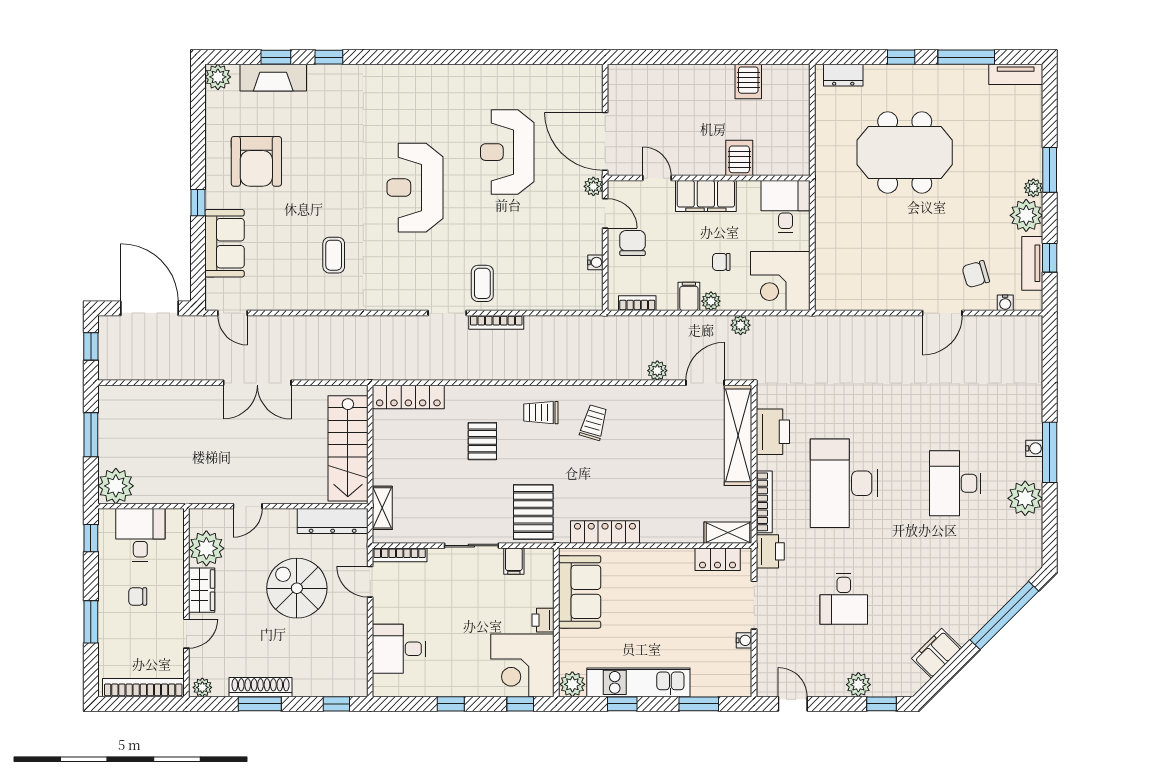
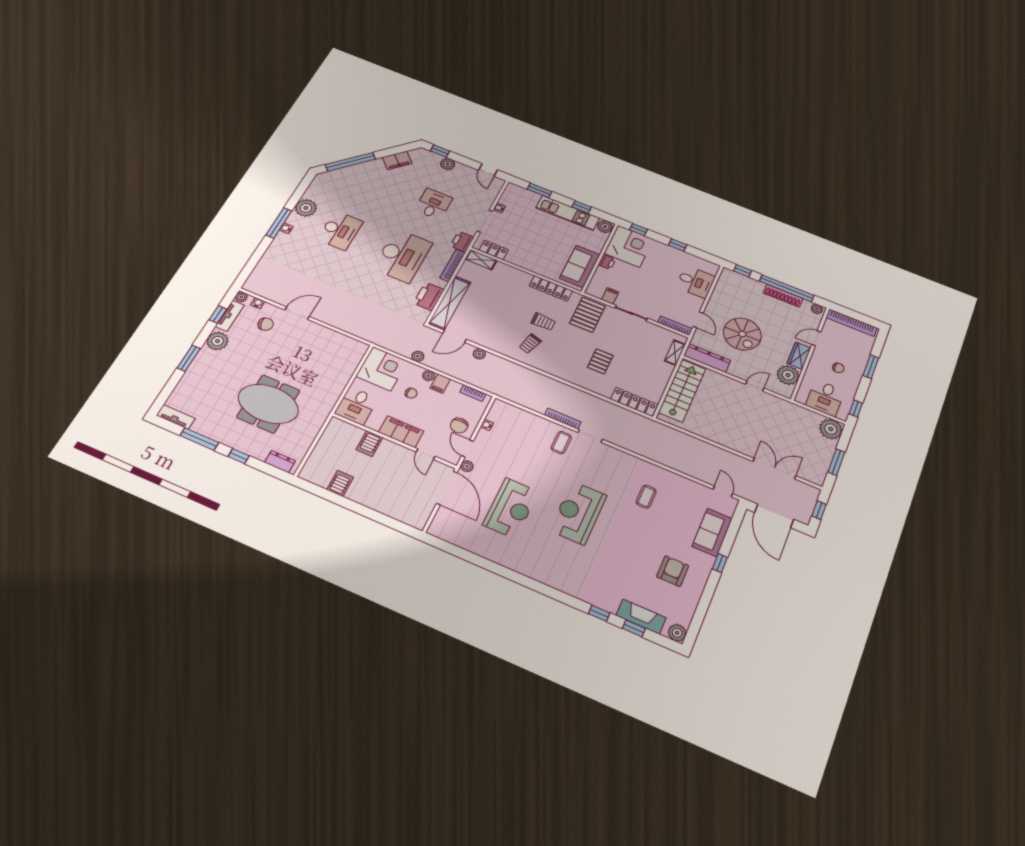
armchair: (256, 161) -> (673, 571), width x0.73, depth x0.73
reception desk: (415, 188) -> (578, 513), turned 180
plant: (1033, 188) -> (241, 297), moved
double door: (257, 383) -> (774, 469), moved
trolley: (541, 413) -> (543, 322), moved
window: (260, 704) -> (787, 288), width x2.11

